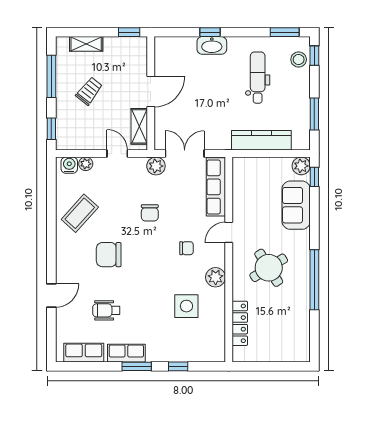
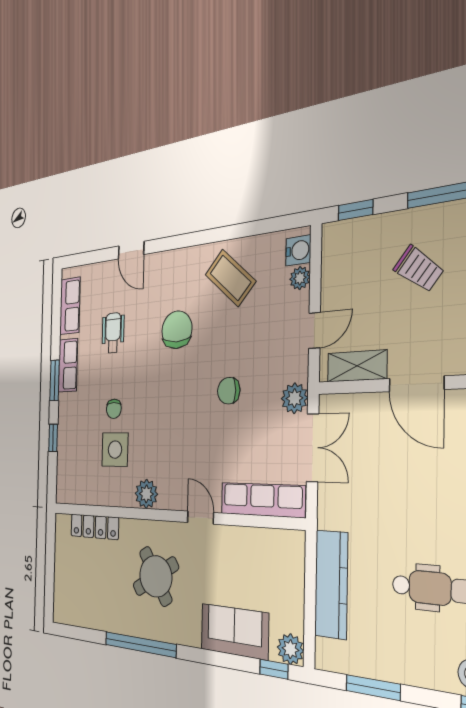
chair: (186, 248) -> (114, 409), moved

